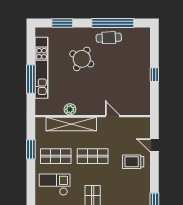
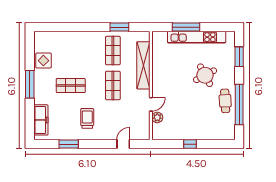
round table: (82, 59) -> (205, 75), turned 32
plant: (70, 109) -> (157, 117), moved
trolley: (133, 162) -> (87, 118), moved
checkout: (55, 185) -> (86, 50), removed

